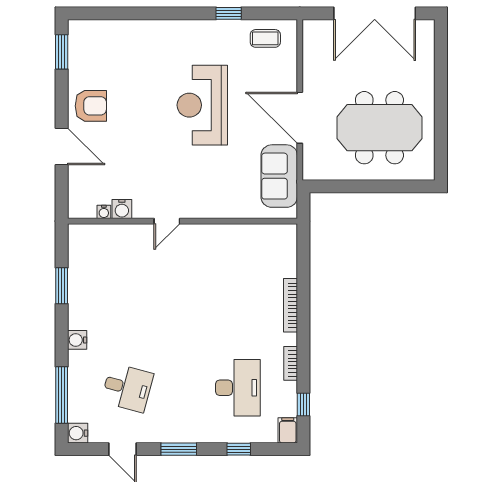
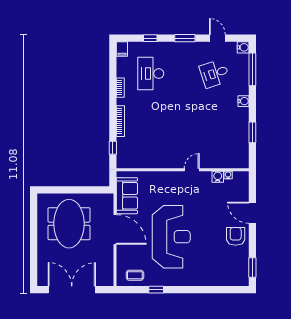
reception desk: (202, 105) -> (171, 237), width x1.36, depth x1.30
armchair: (91, 106) -> (236, 236), turned 90
meeting table: (379, 128) -> (69, 224), turned 90
desk: (127, 388) -> (215, 74), turned -33
window: (303, 404) -> (113, 148), moved

